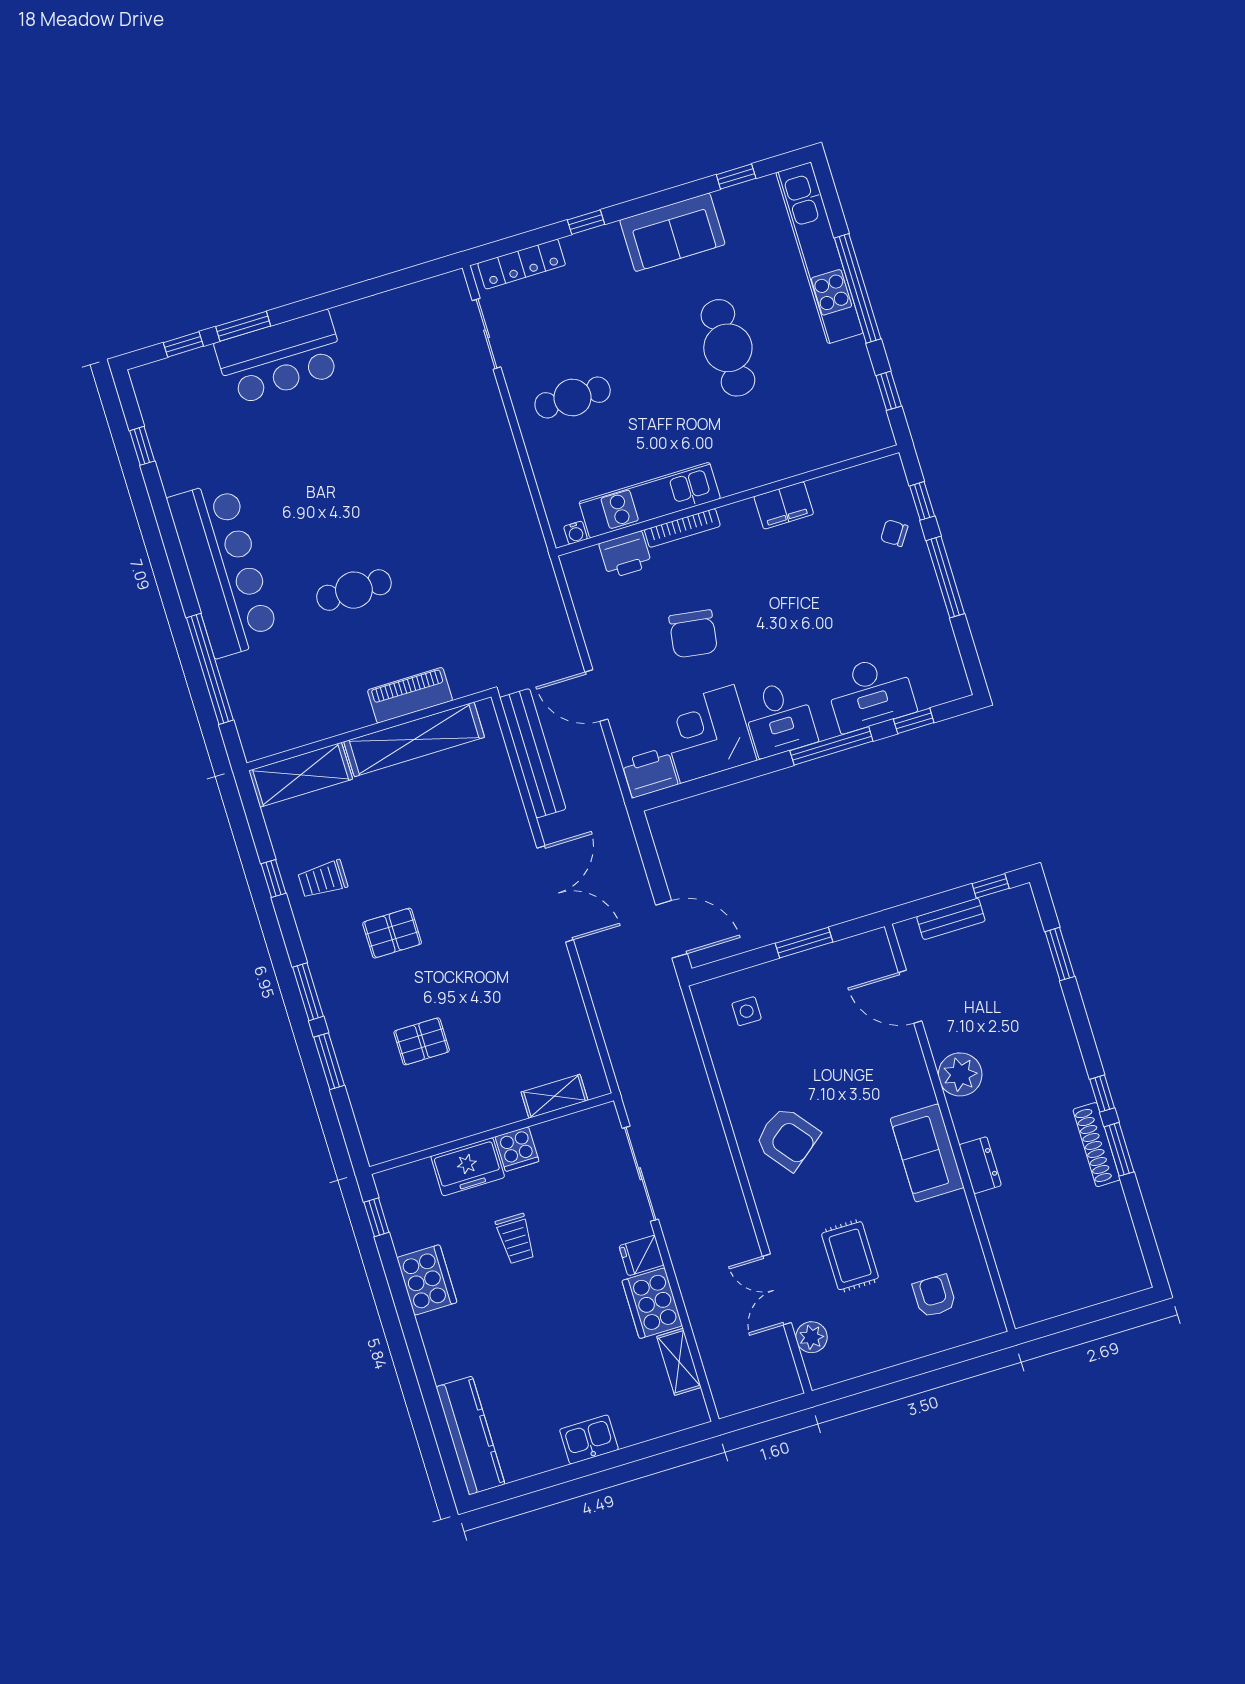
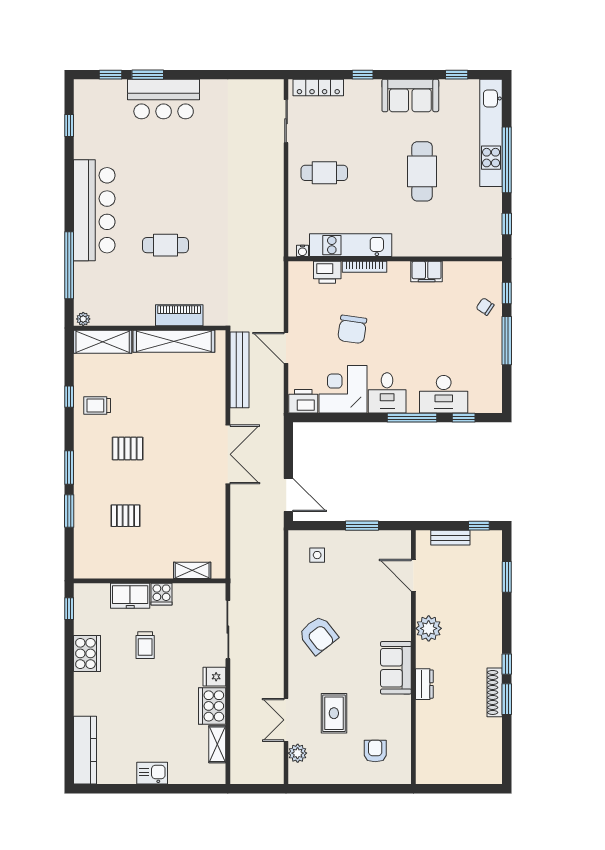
plant: (259, 748) -> (83, 319), added

